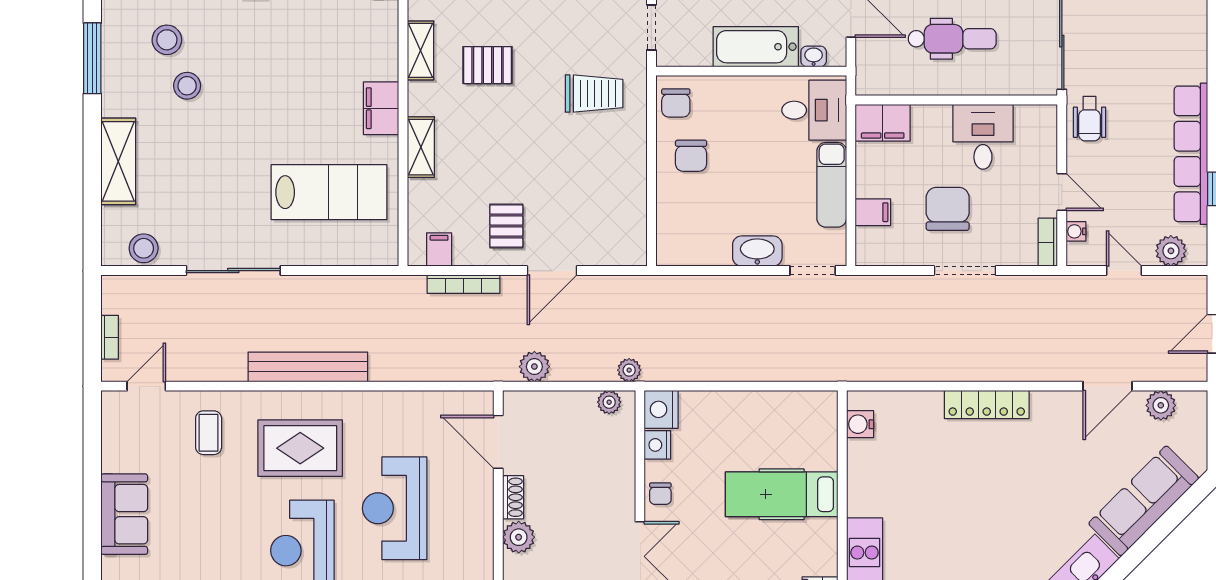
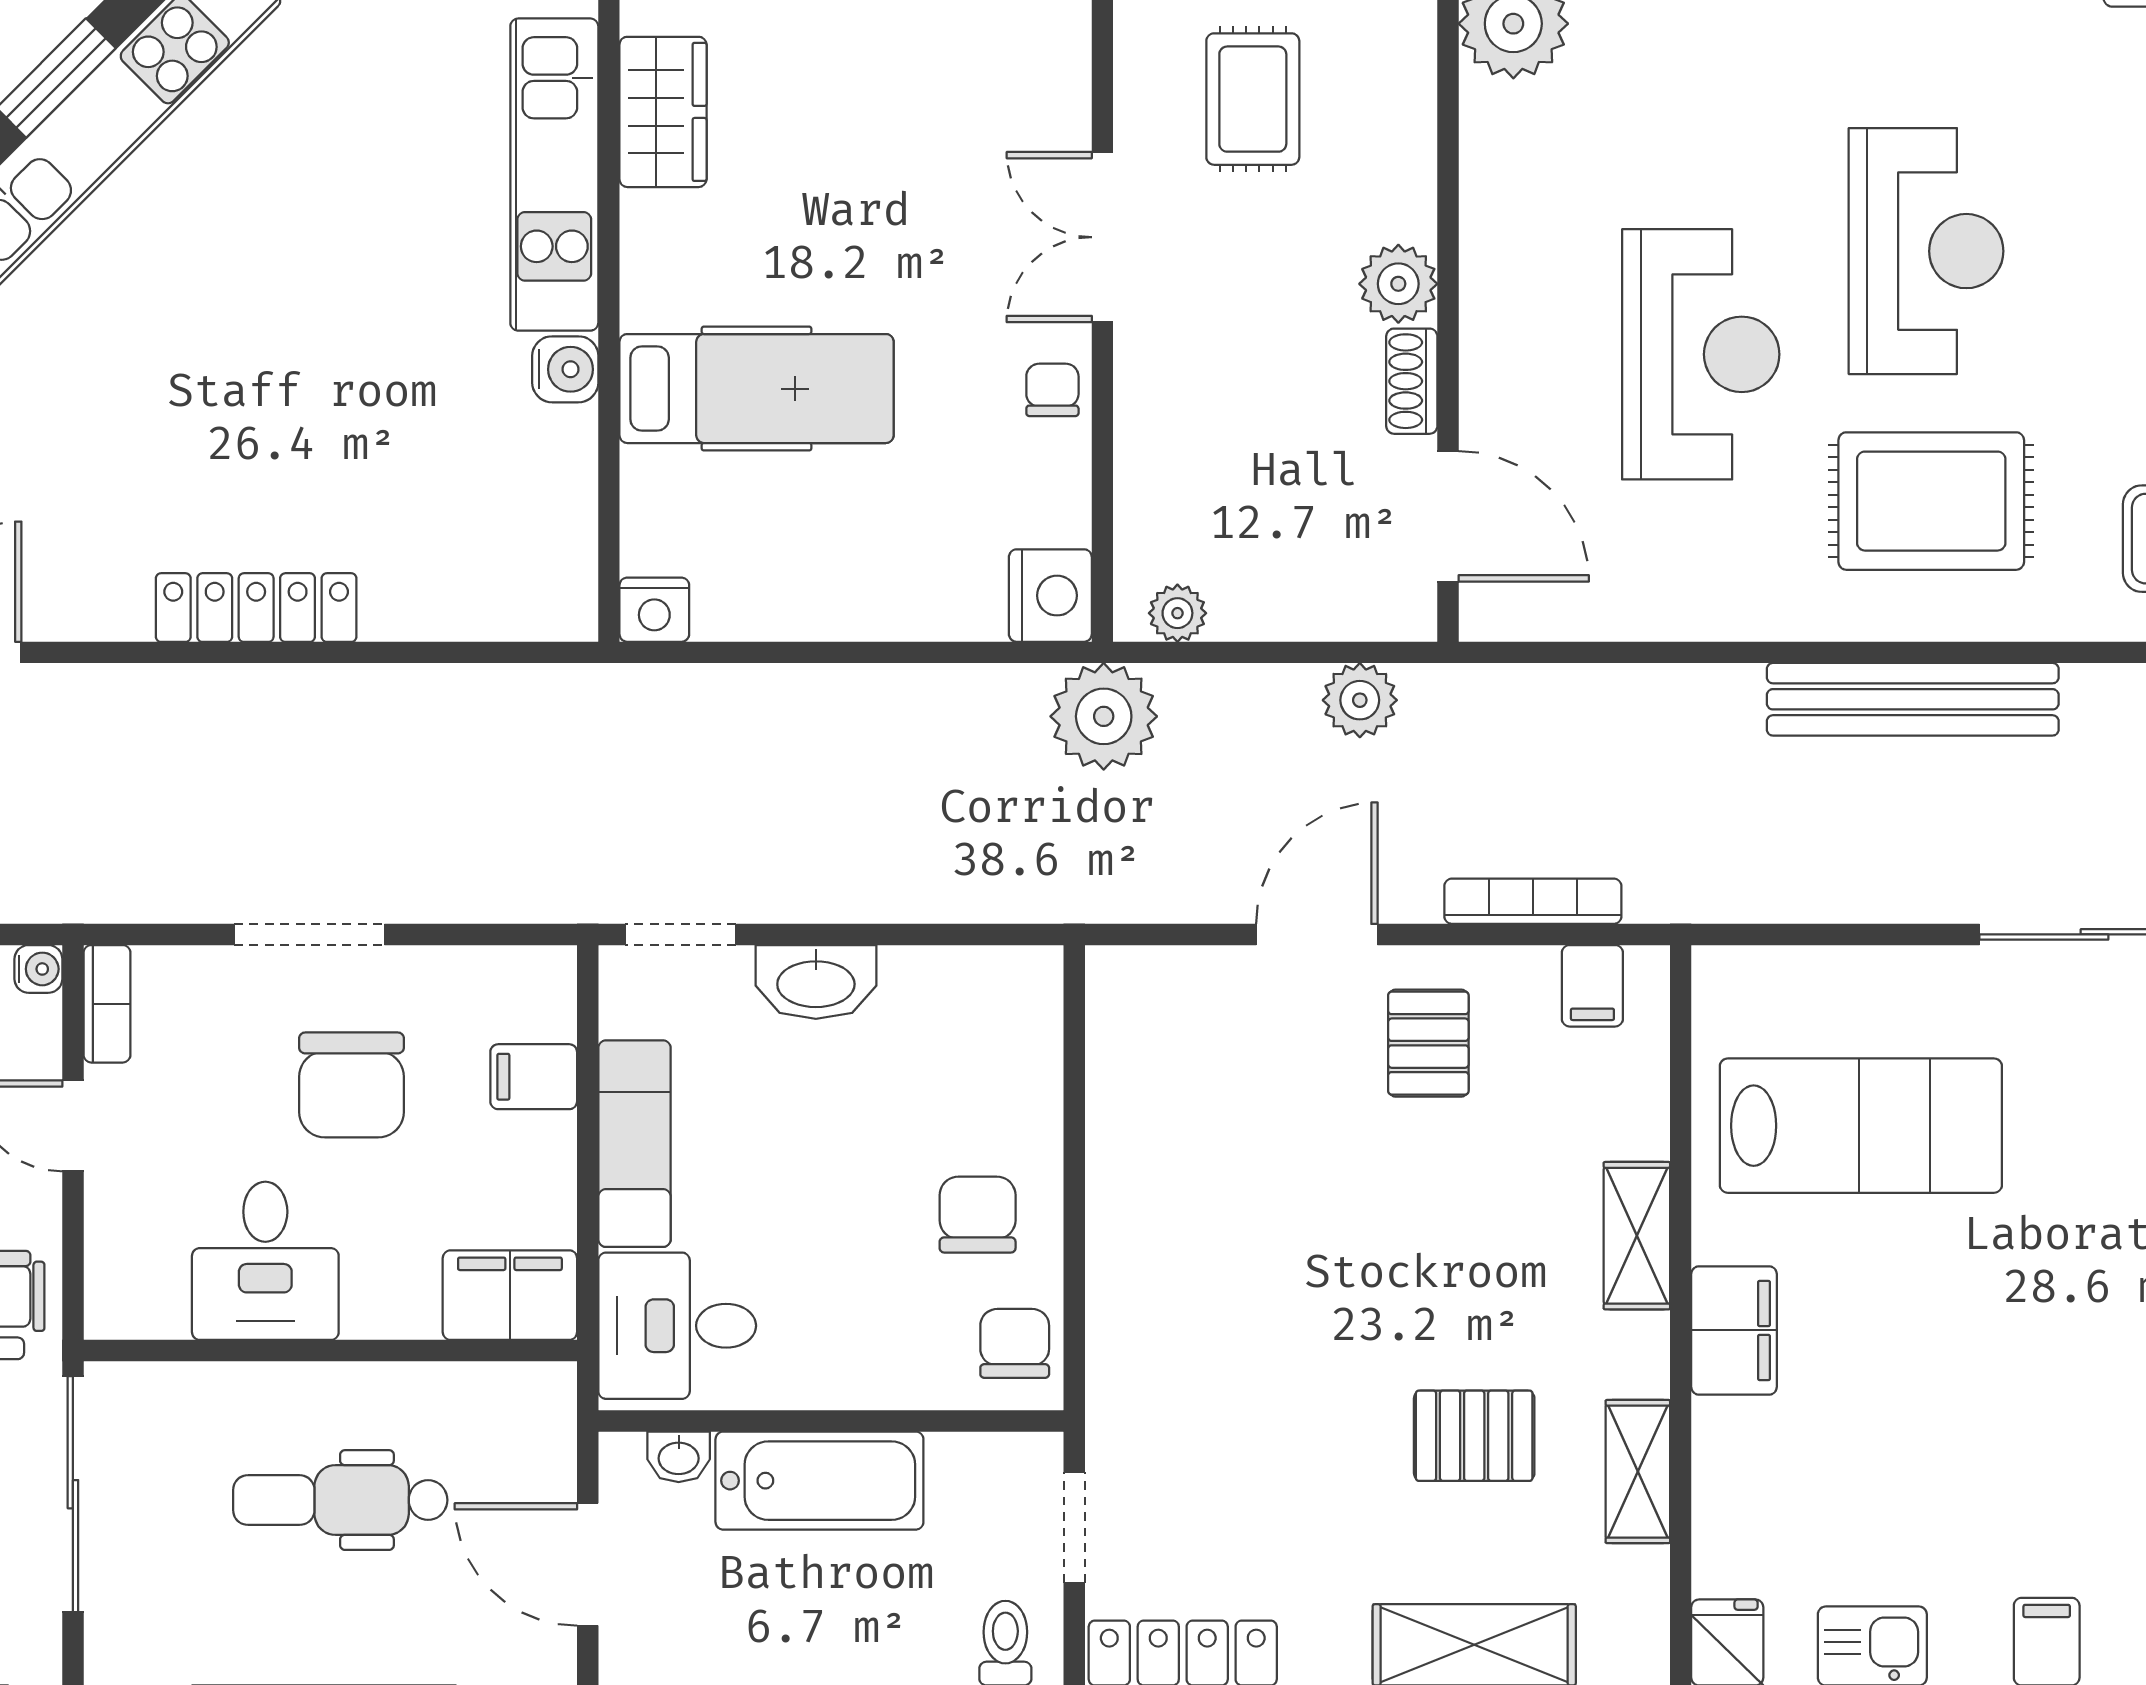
trolley: (594, 94) -> (1214, 1366), removed
lab bench: (329, 192) -> (1861, 1126), turned 180
water cooler: (1076, 231) -> (38, 969), moved
plant: (629, 370) -> (1104, 716), width x1.88, depth x1.88
water cooler: (860, 424) -> (565, 369), moved
nightstand: (657, 445) -> (654, 610), moved, turned 90

